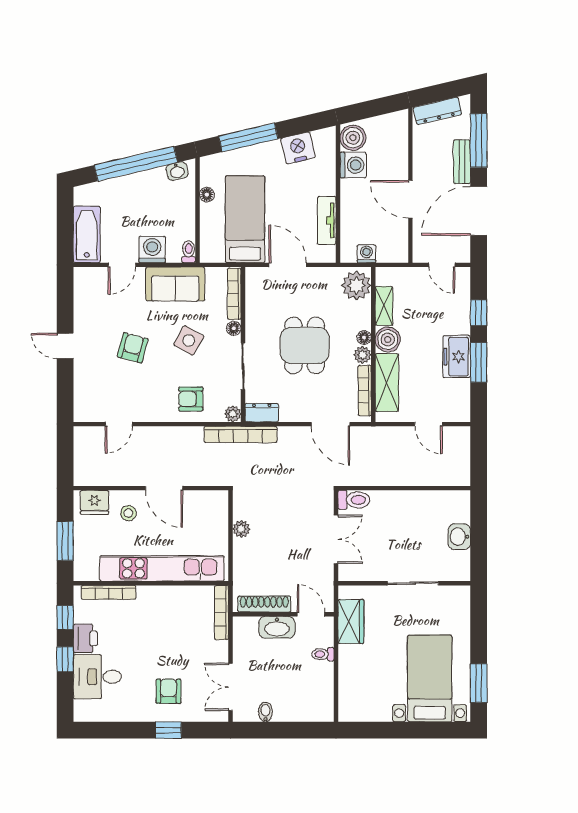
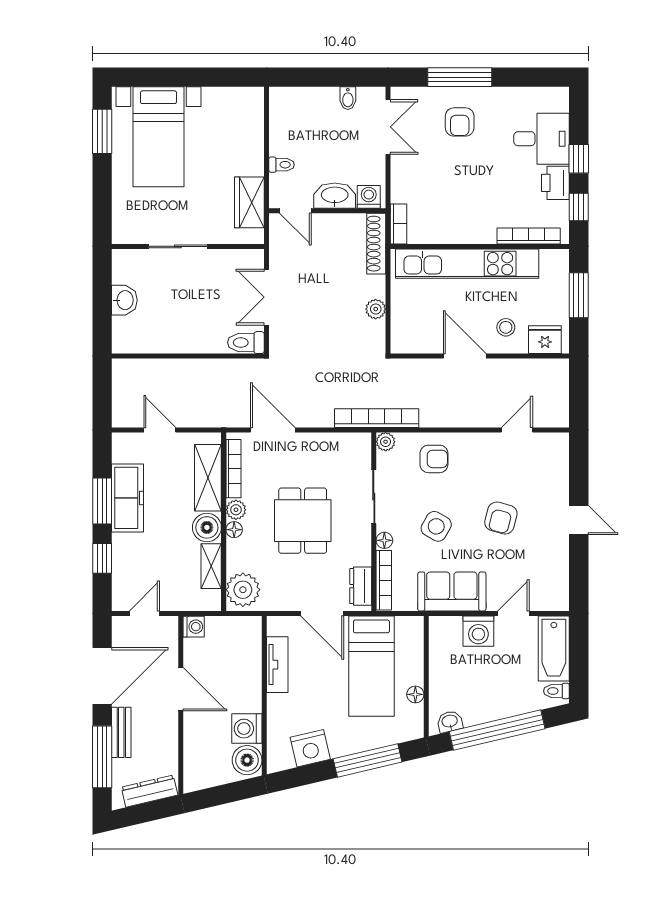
toilet: (189, 252) -> (556, 691), moved, turned 90
washing machine: (366, 254) -> (194, 627), moved, turned -90
door: (442, 265) -> (144, 613), hinge flipped
freezer: (457, 357) -> (127, 498), width x1.40
dresser: (262, 413) -> (361, 586), moved, turned 90
shoe rack: (264, 604) -> (376, 244), moved, turned 90
bookcase: (221, 613) -> (399, 224), width x0.64
washing machine: (247, 626) -> (369, 197), added
window: (168, 730) -> (460, 77), width x2.17

